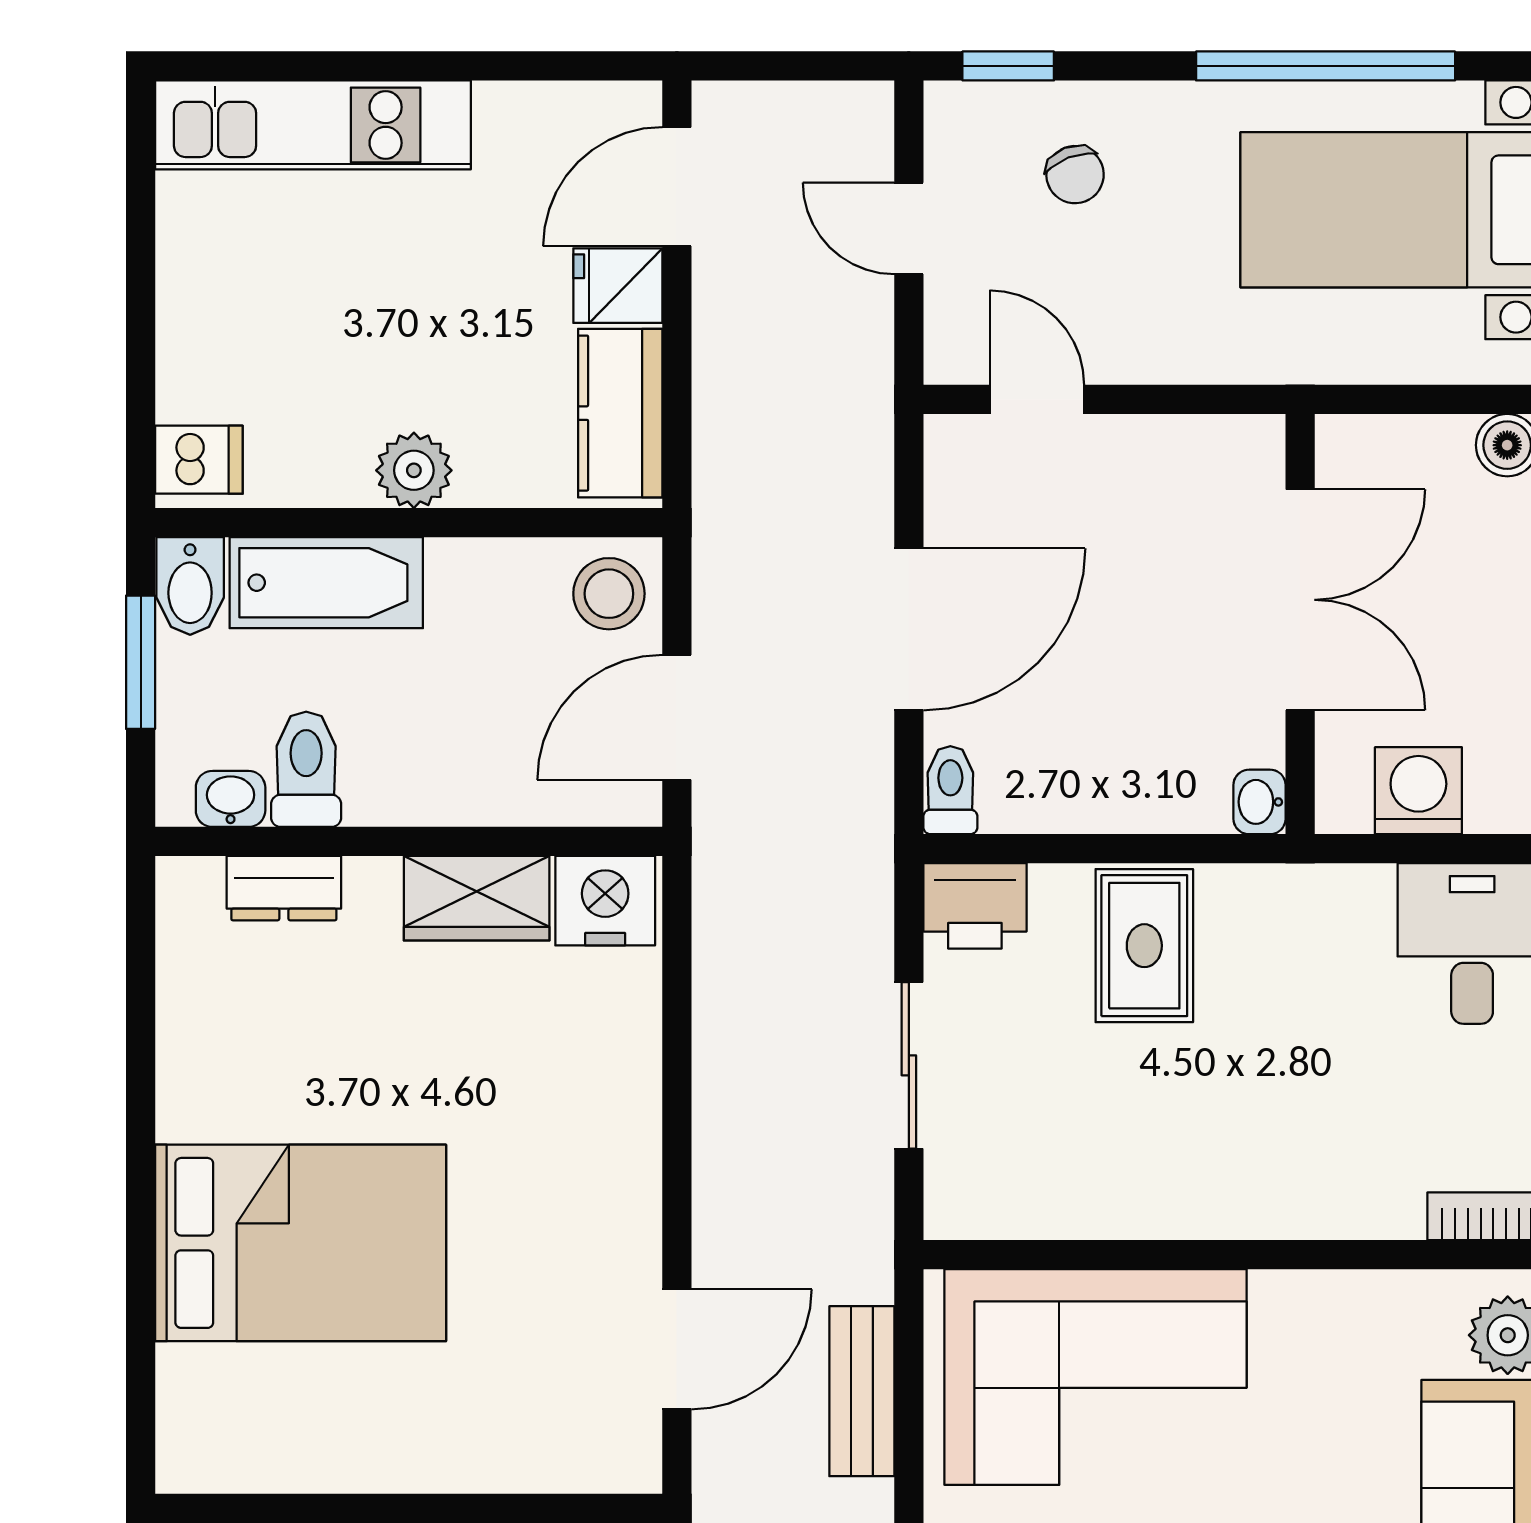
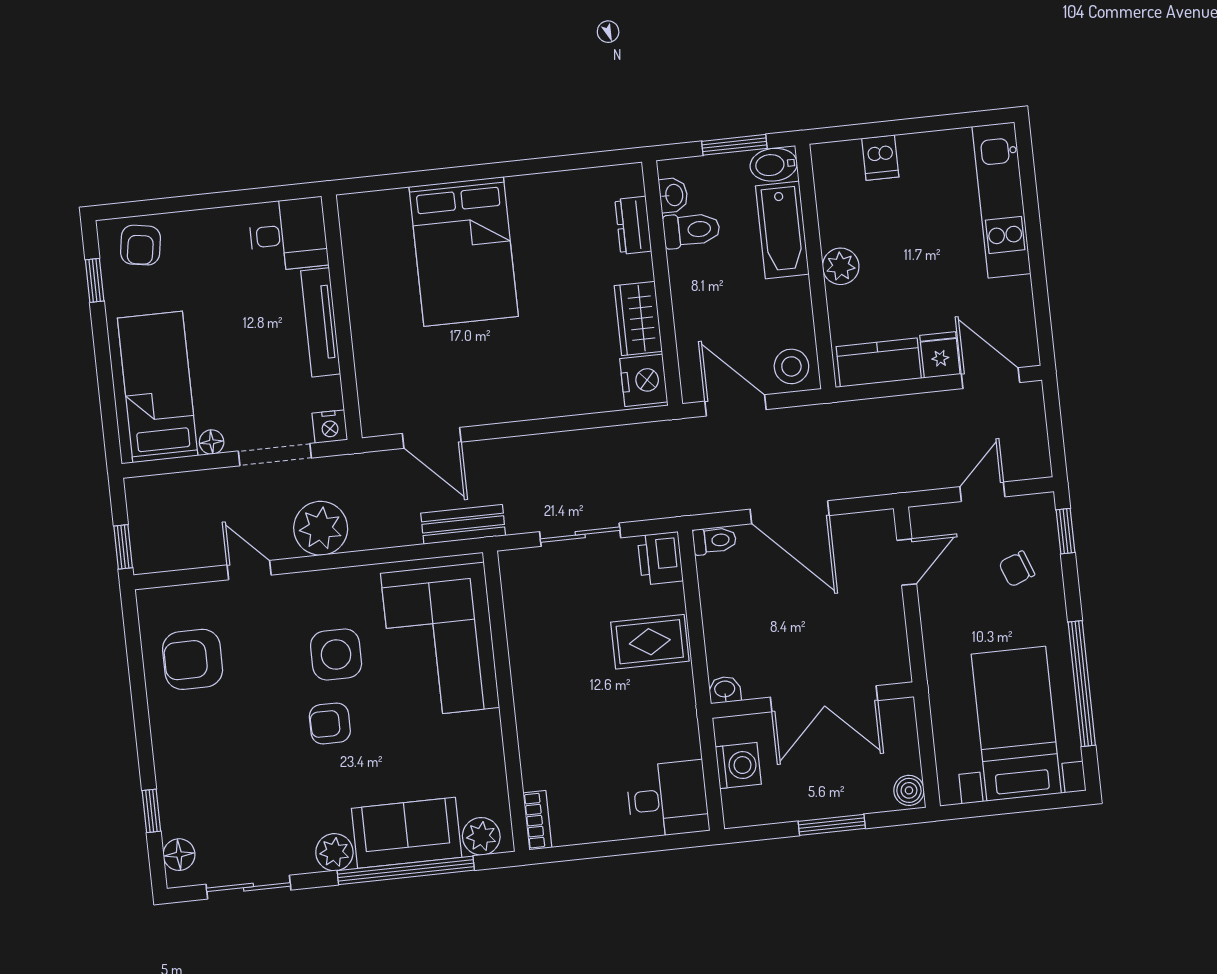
dishwasher: (199, 460) -> (880, 158), moved
bench: (862, 1391) -> (463, 524), moved

